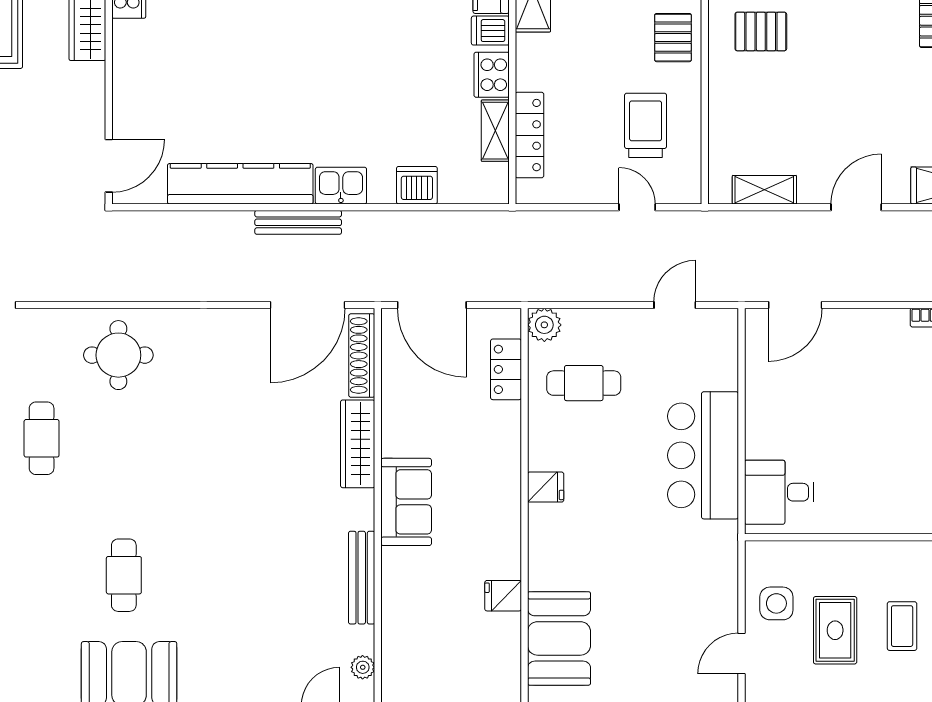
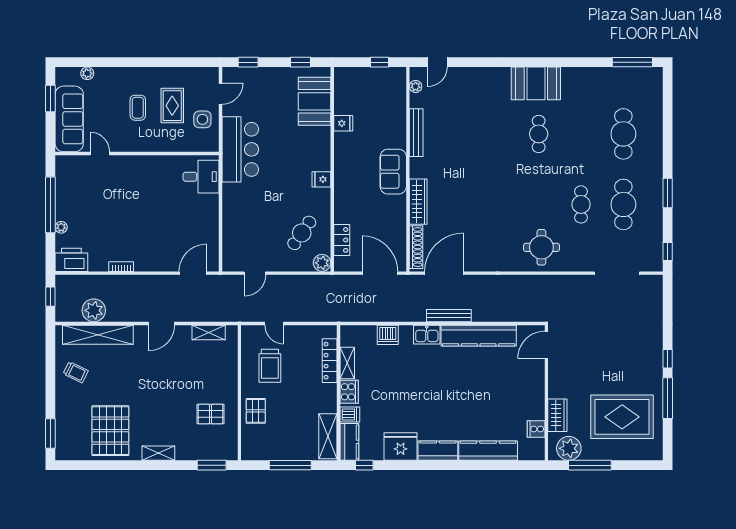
cafe table: (584, 383) -> (302, 233), turned -55
bar counter: (703, 455) -> (240, 149), moved

